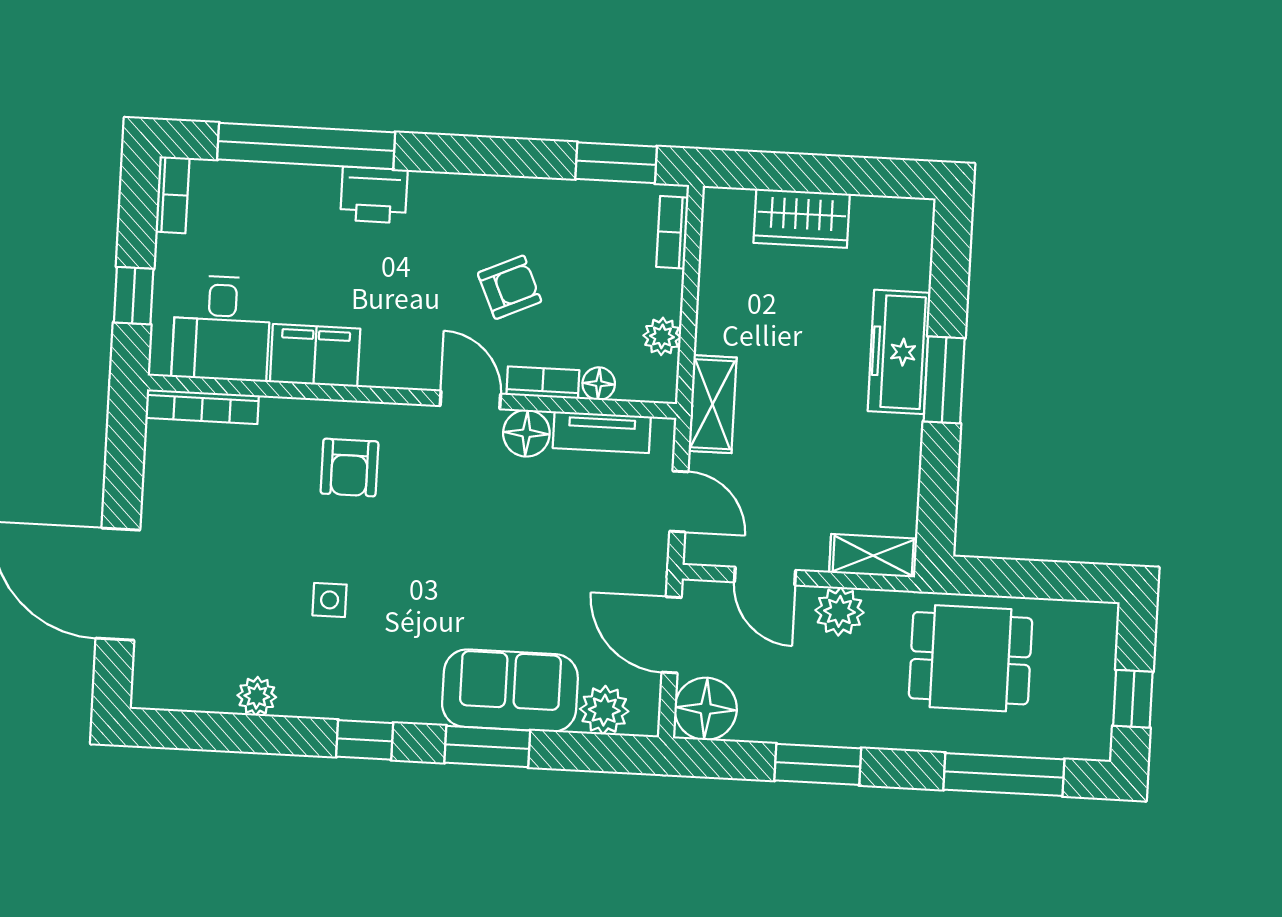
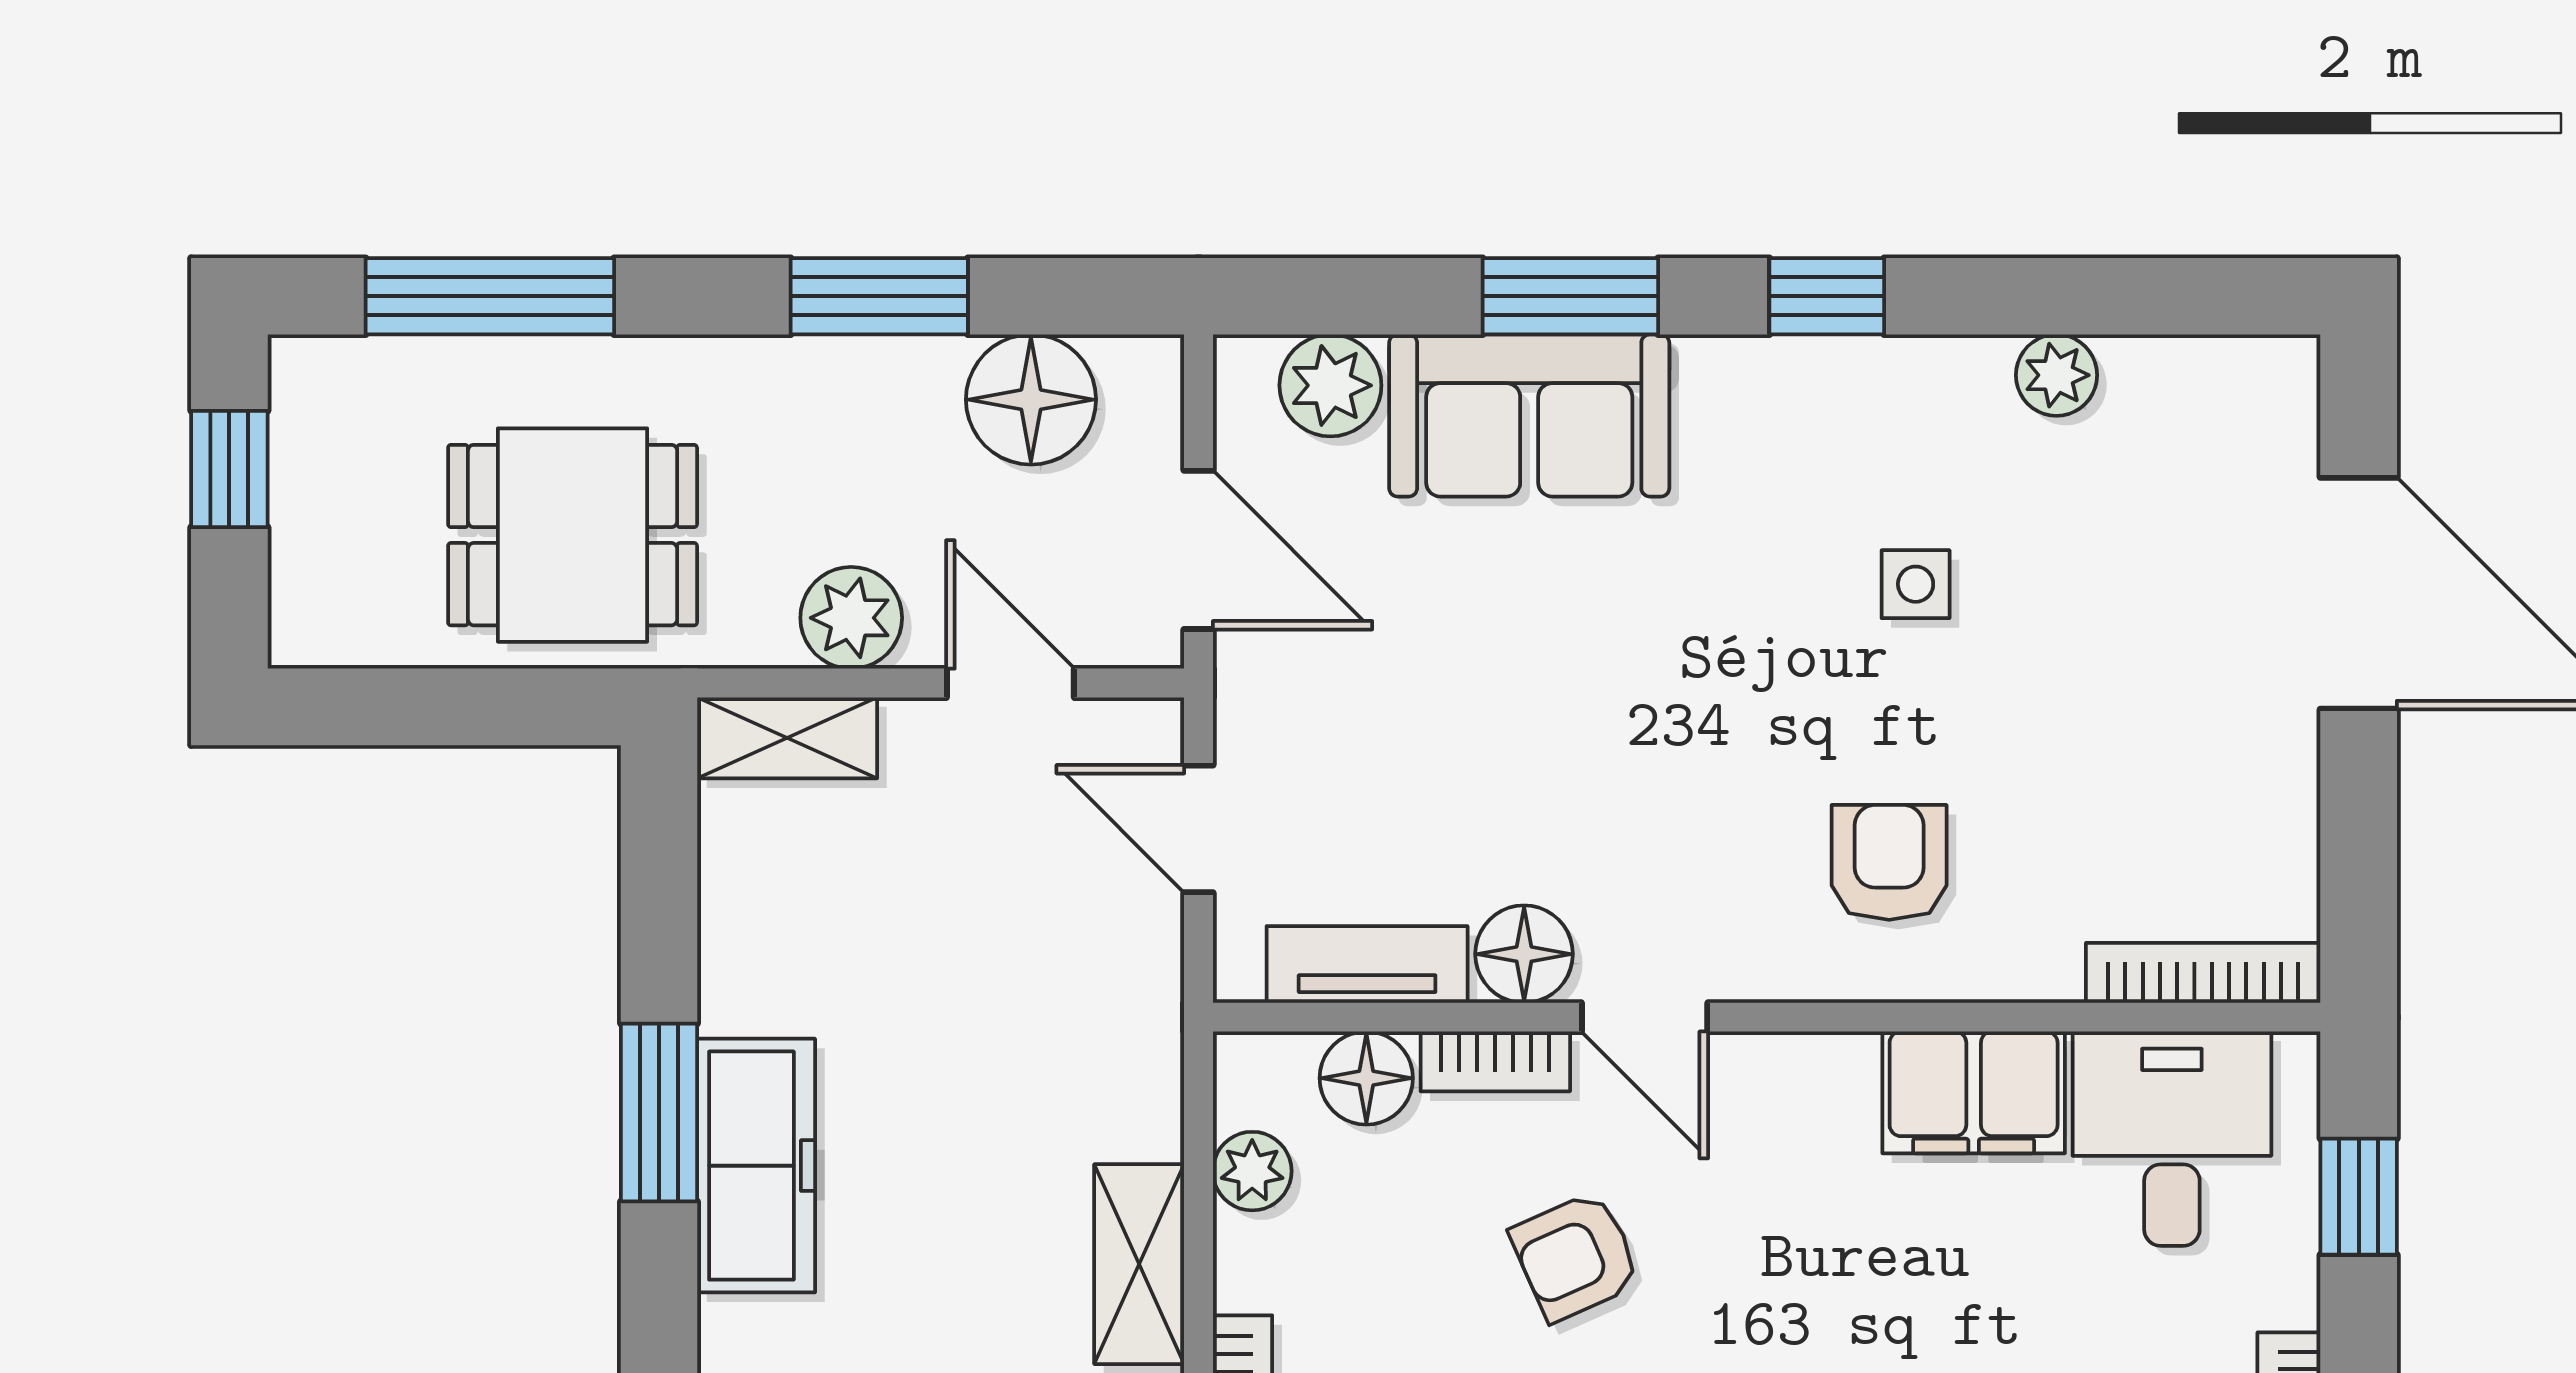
floor lamp: (599, 384) -> (1366, 1078), width x1.37, depth x1.37
shelving: (713, 404) -> (1139, 1264), moved
floor lamp: (706, 709) -> (1031, 400), moved

